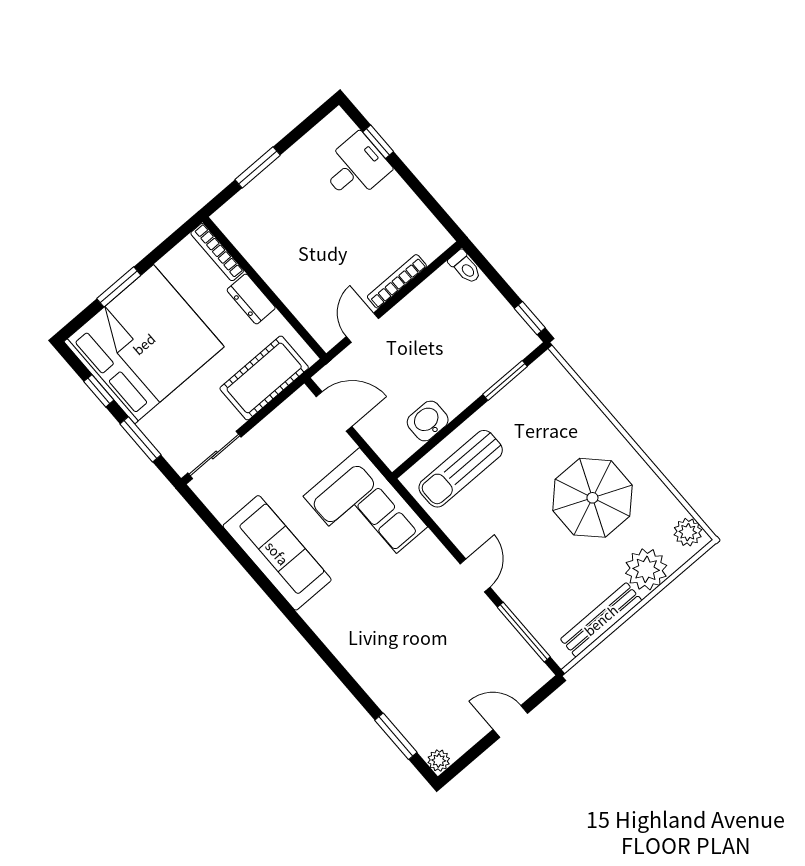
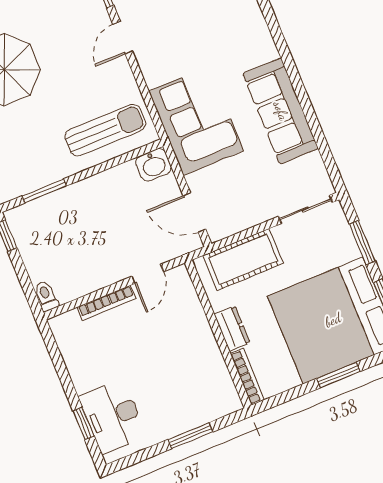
desk: (355, 168) -> (113, 416), width x1.37
washbasin: (428, 421) -> (154, 165), moved

